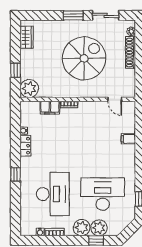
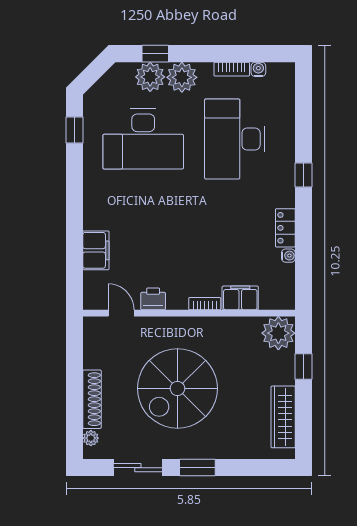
wardrobe: (27, 37) -> (283, 417), width x1.50
printer: (97, 107) -> (153, 299), added
filing cabinet: (128, 139) -> (96, 250), width x2.00

